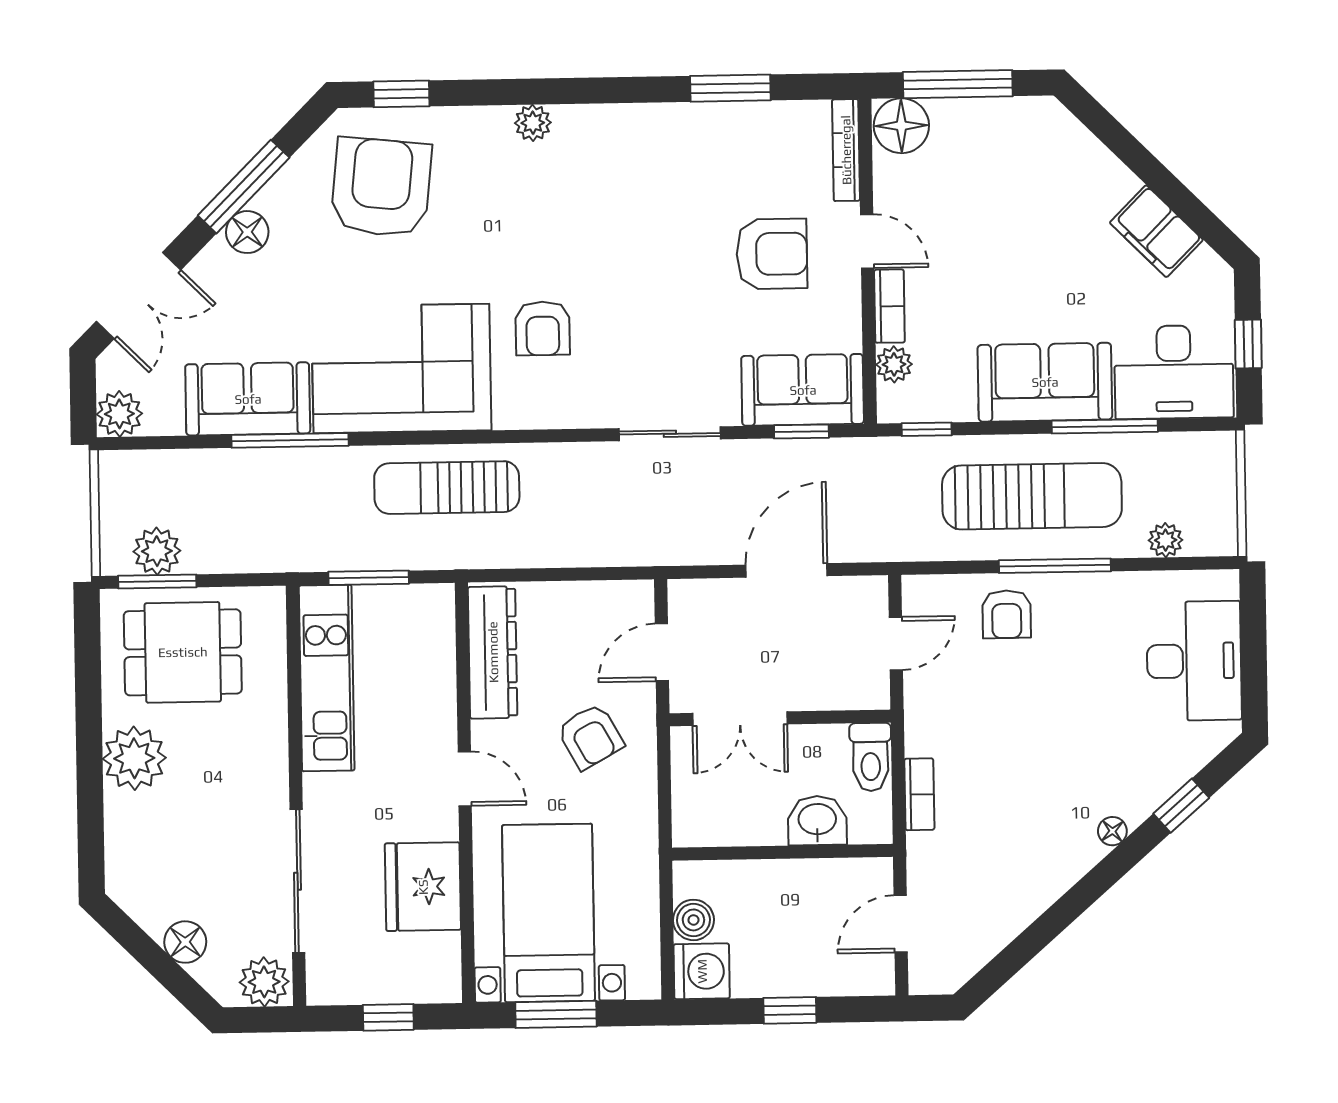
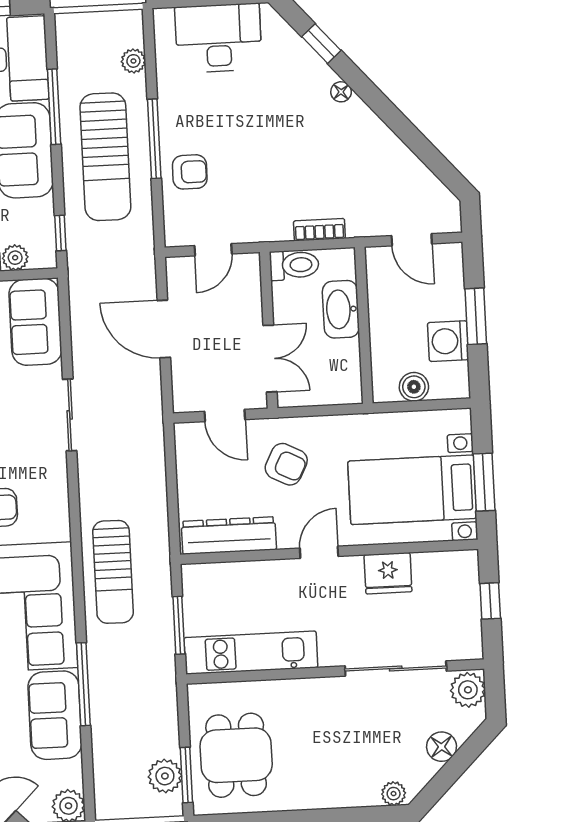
window: (801, 431) -> (65, 322), removed
sun lounger: (1032, 496) -> (105, 157), turned 180
door: (896, 644) -> (213, 250), swing flipped
armchair: (590, 736) -> (286, 464), turned 56
plant: (134, 758) -> (394, 794), moved, width x0.53, depth x0.53
washbasin: (817, 821) -> (341, 309), width x1.38
fridge: (423, 887) -> (388, 573), width x0.73, depth x0.75
washing machine: (702, 971) -> (448, 341), moved, turned -90
window: (790, 1010) -> (476, 316), width x1.50

